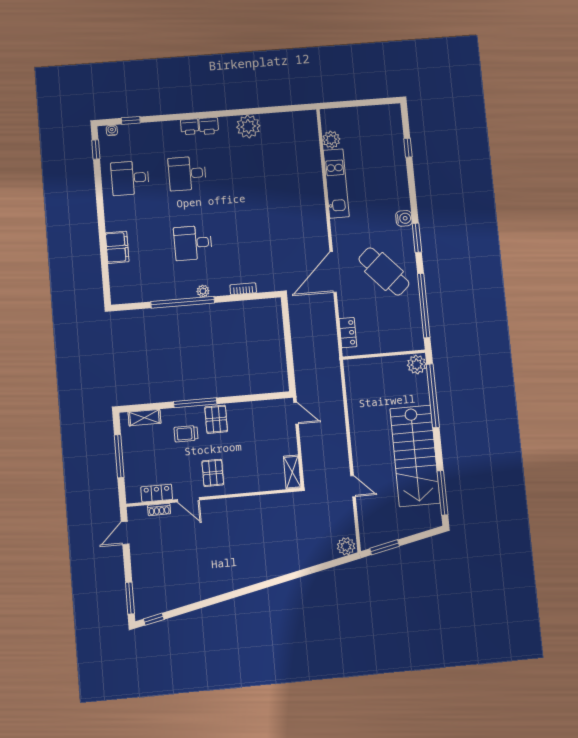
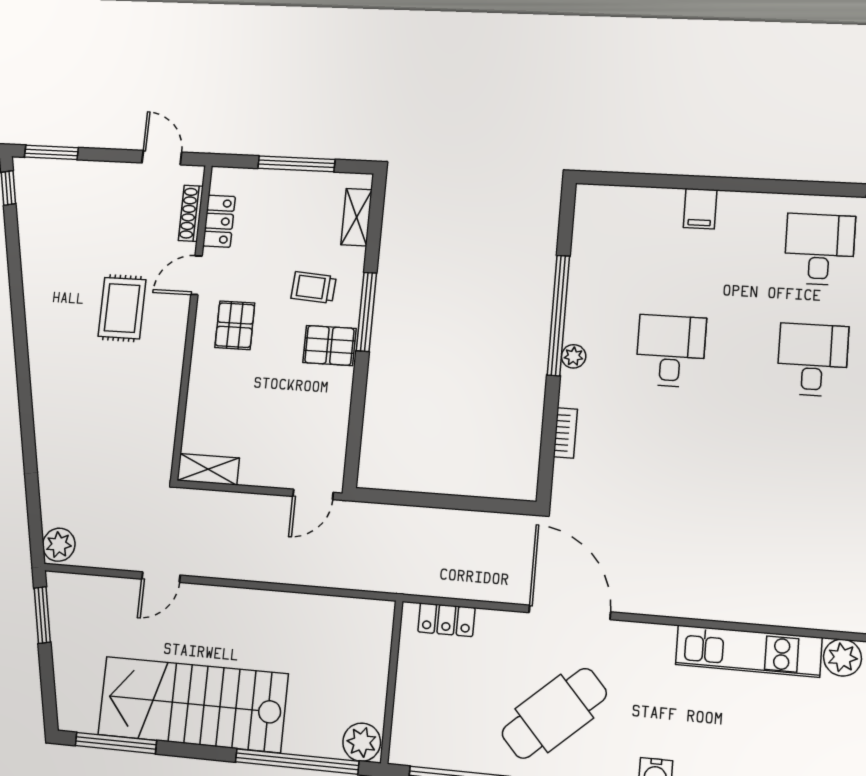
filing cabinet: (117, 247) -> (700, 209), width x0.50
trolley: (186, 434) -> (314, 287), turned -86
pallet: (213, 473) -> (235, 325), turned 90
shoe rack: (159, 510) -> (191, 213), width x1.43
rug: (212, 538) -> (122, 308), added

